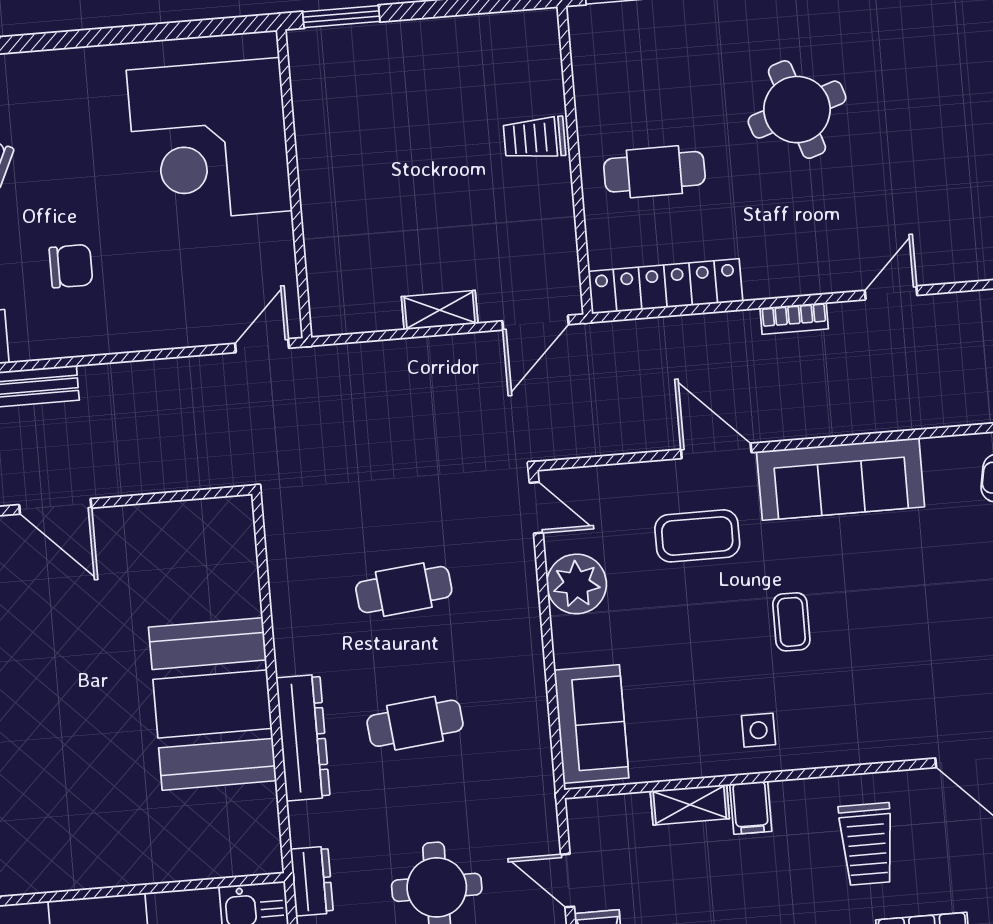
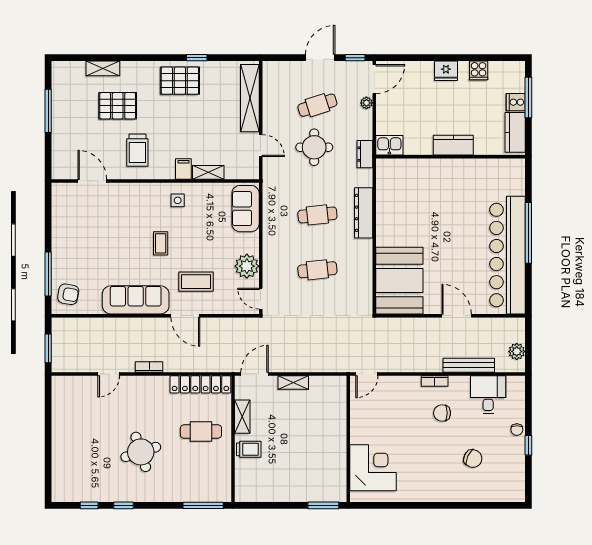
corner desk: (209, 140) -> (373, 468), width x0.74, depth x0.74
shelving: (557, 216) -> (242, 417), added
bookcase: (95, 343) -> (435, 381), added
booth: (213, 704) -> (399, 281), moved
trolley: (867, 844) -> (137, 150), turned 180

